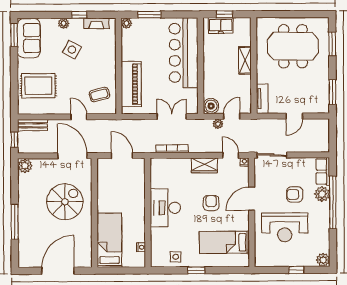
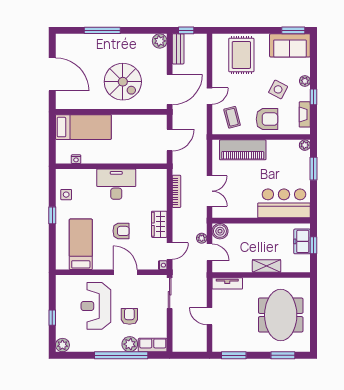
bar counter: (184, 53) -> (284, 203), width x0.73
armchair: (101, 60) -> (267, 119), added
bench: (32, 125) -> (178, 49), moved

